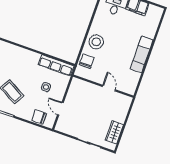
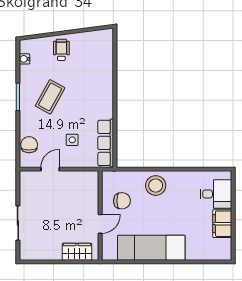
exam couch: (142, 54) -> (151, 248), width x1.36, depth x1.45
chair: (87, 61) -> (122, 201), moved
wardrobe: (114, 132) -> (77, 252), moved

